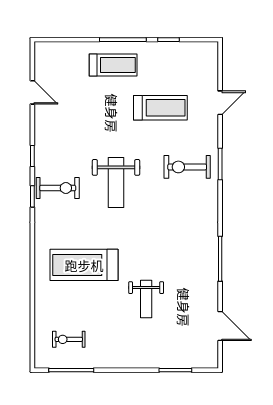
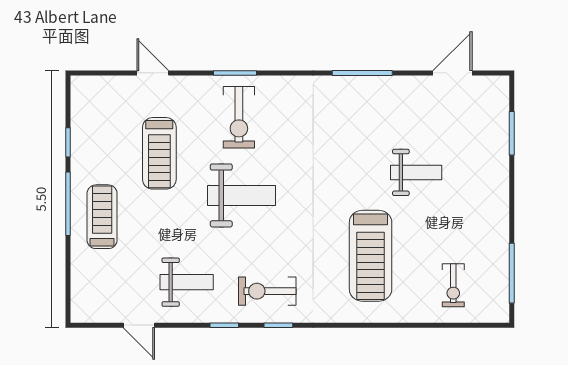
door: (32, 92) -> (139, 325), swing flipped
treadmill: (160, 108) -> (159, 153), turned 180
weight bench: (64, 128) -> (187, 282), added
weight bench: (116, 183) -> (242, 195), moved
exercise bike: (58, 188) -> (267, 291), turned -90
exercise bike: (69, 339) -> (453, 285), moved

